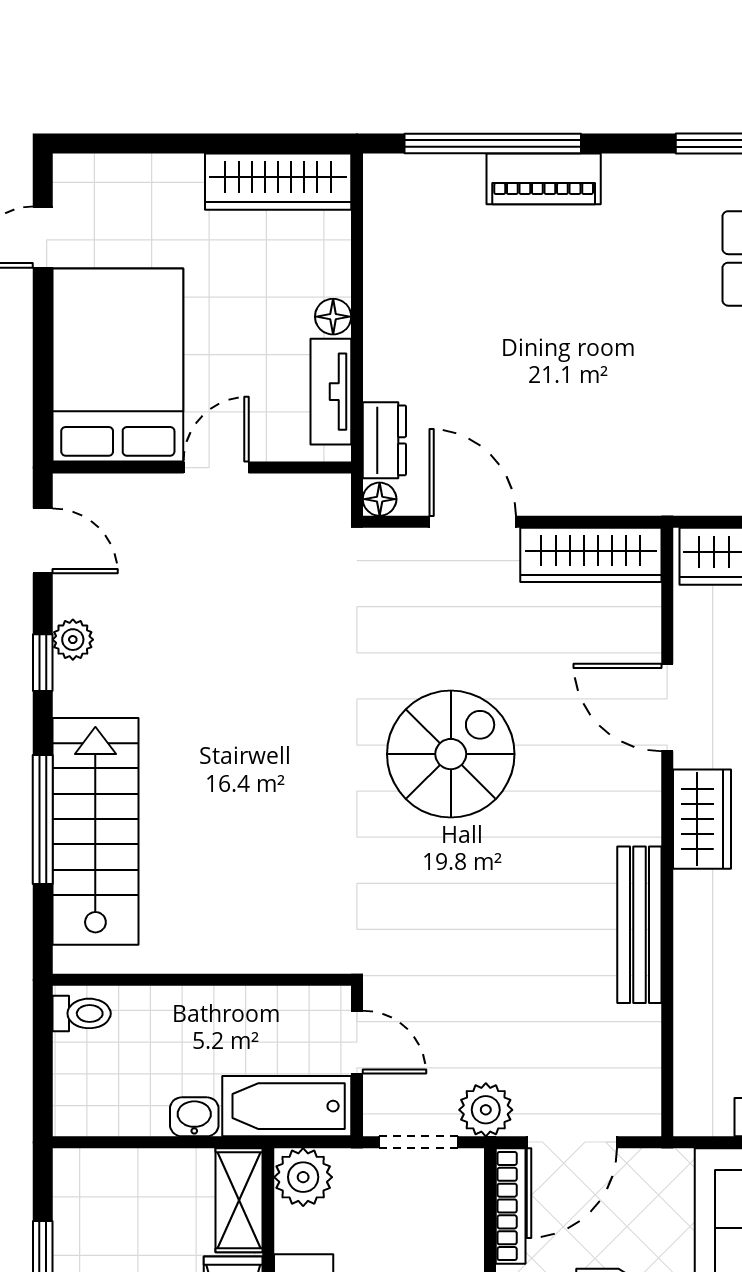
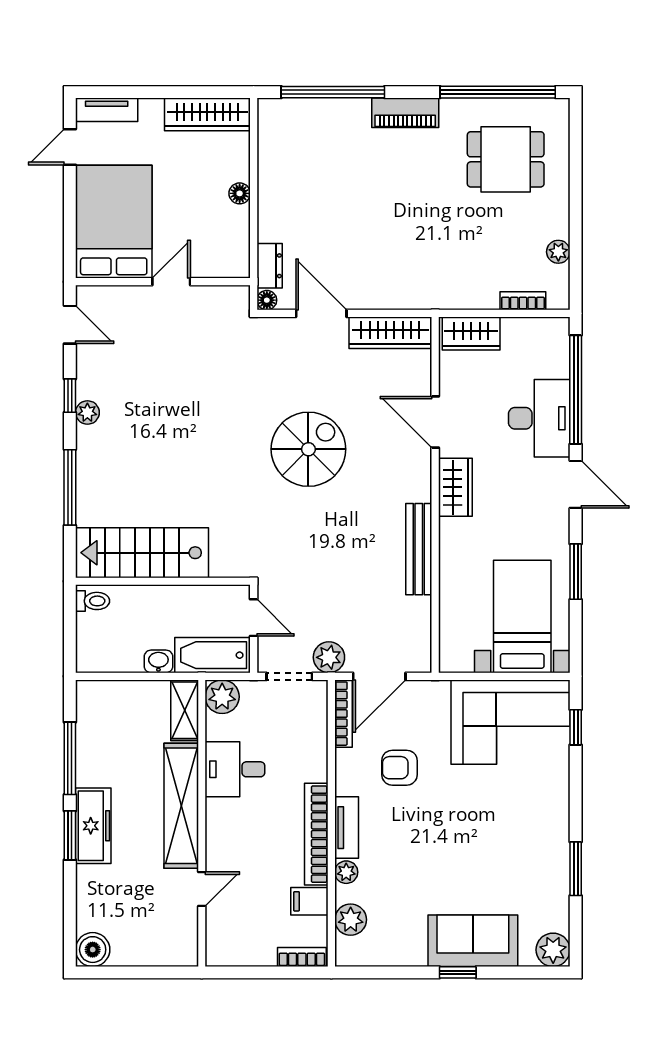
piano: (544, 179) -> (405, 113), moved
tv unit: (331, 392) -> (107, 110), moved, turned -90
plant: (73, 640) -> (87, 412), moved
stairs: (95, 831) -> (142, 553), moved, turned -90

